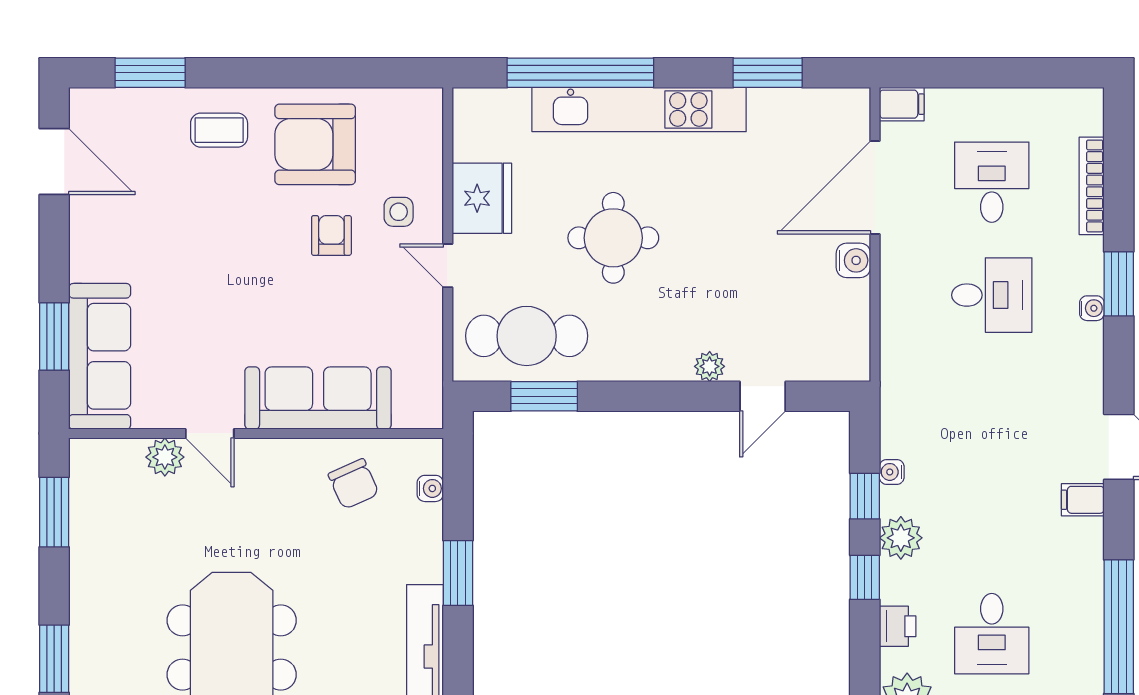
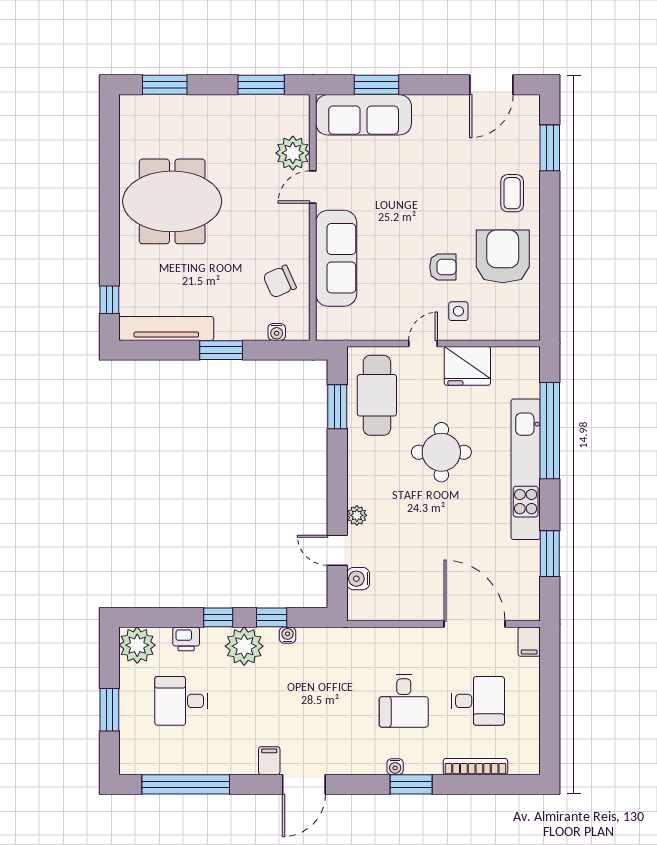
water cooler: (853, 260) -> (358, 579), moved, turned 90
plant: (165, 457) -> (293, 153), width x1.36, depth x1.36
plant: (901, 538) -> (244, 646), width x1.36, depth x1.36

